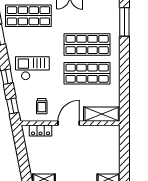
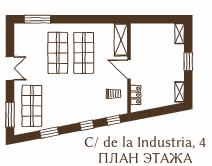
checkout: (32, 68) -> (79, 102), removed

